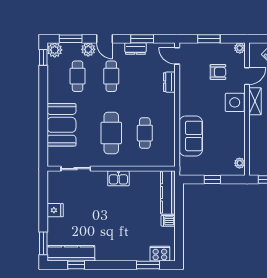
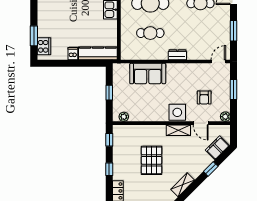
dresser: (135, 48) -> (225, 25), removed
dresser: (169, 82) -> (177, 55), moved

